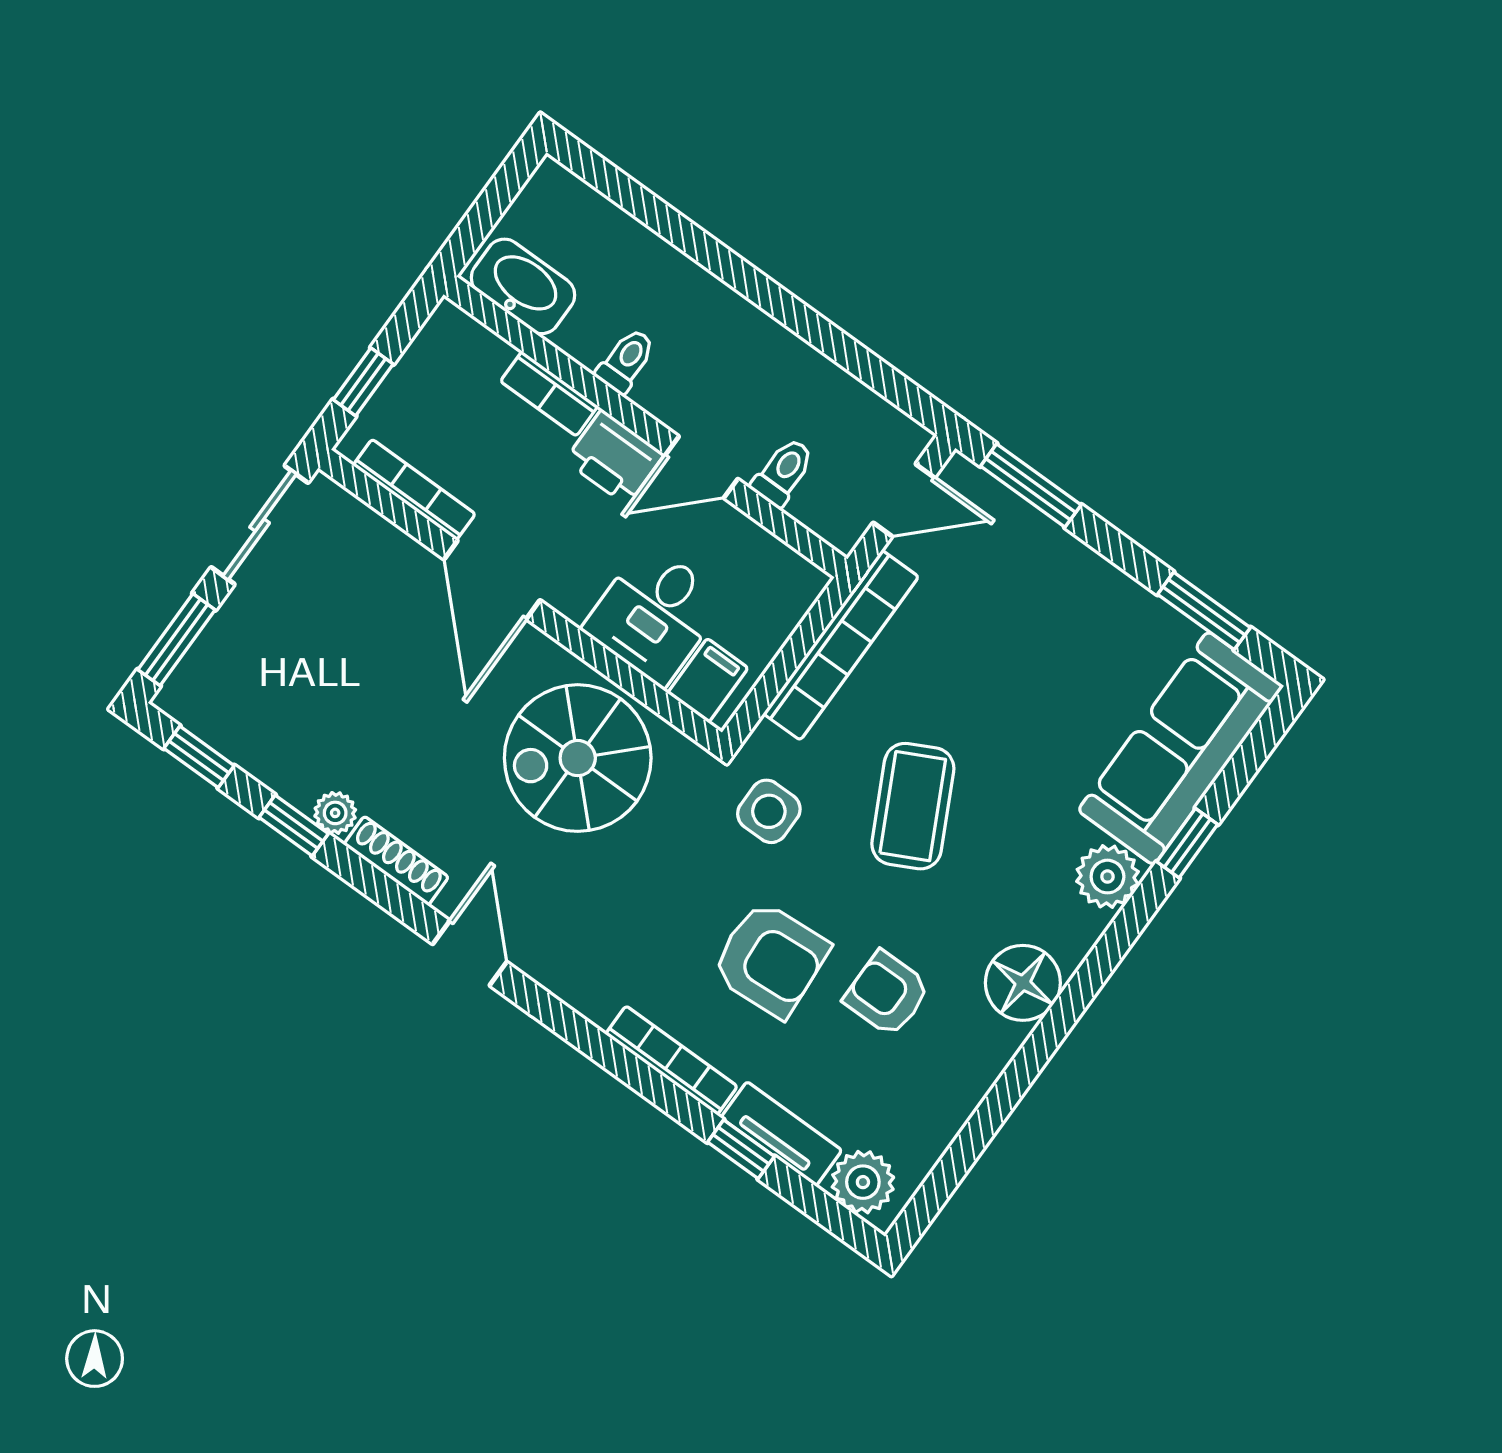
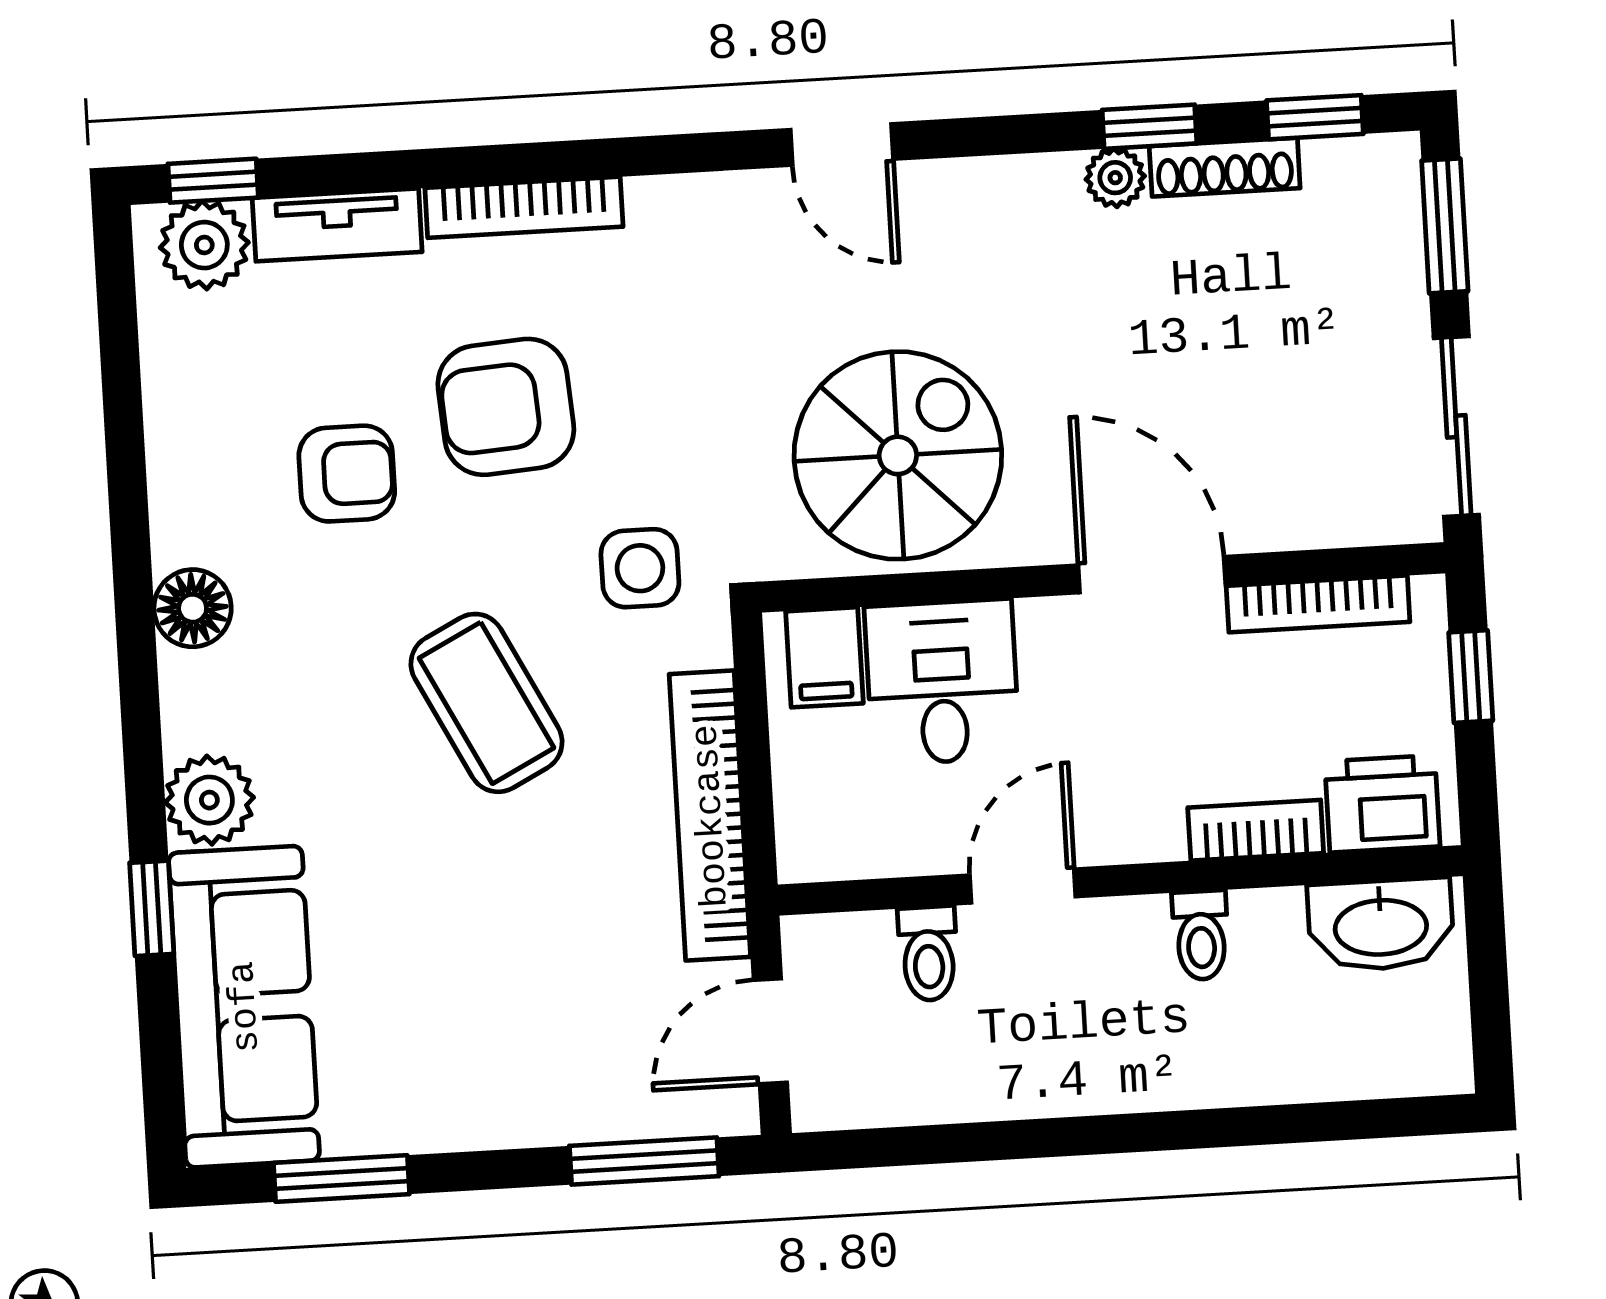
printer: (614, 458) -> (1382, 804), moved
shoe rack: (396, 861) -> (1225, 167), moved
floor lamp: (1023, 983) -> (193, 608), width x0.73, depth x0.73
window: (741, 1149) -> (213, 181), moved

